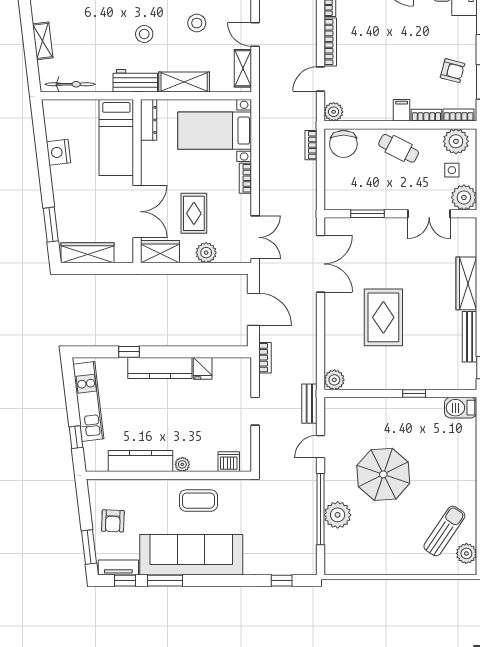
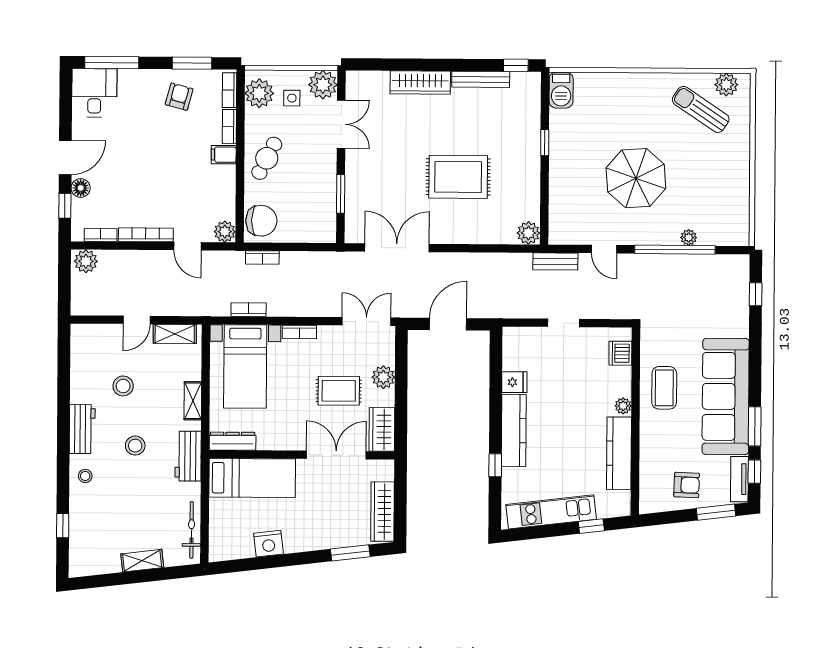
shelving: (184, 82) -> (193, 401), width x0.67, depth x0.75
bookcase: (265, 358) -> (249, 310), moved
plant: (338, 515) -> (689, 237), width x0.53, depth x0.53

